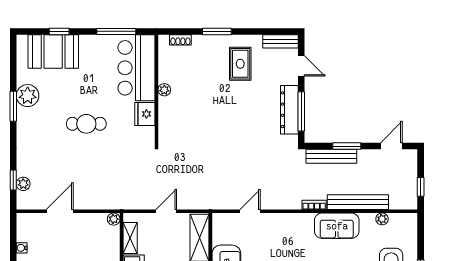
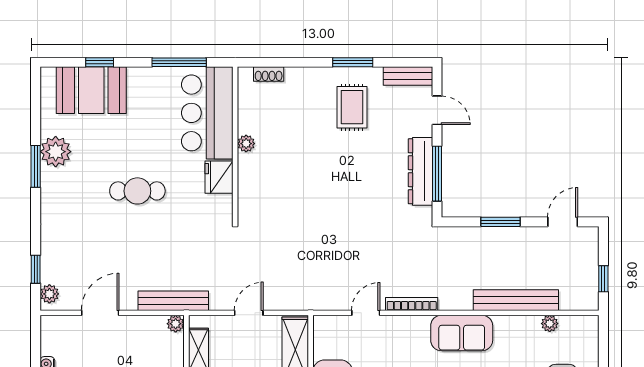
window: (217, 31) -> (353, 62), moved
bench: (331, 156) -> (173, 301), moved
plant: (23, 184) -> (49, 294), moved
bookcase: (314, 205) -> (412, 304), moved, width x1.56
sofa: (337, 226) -> (462, 333), moved

